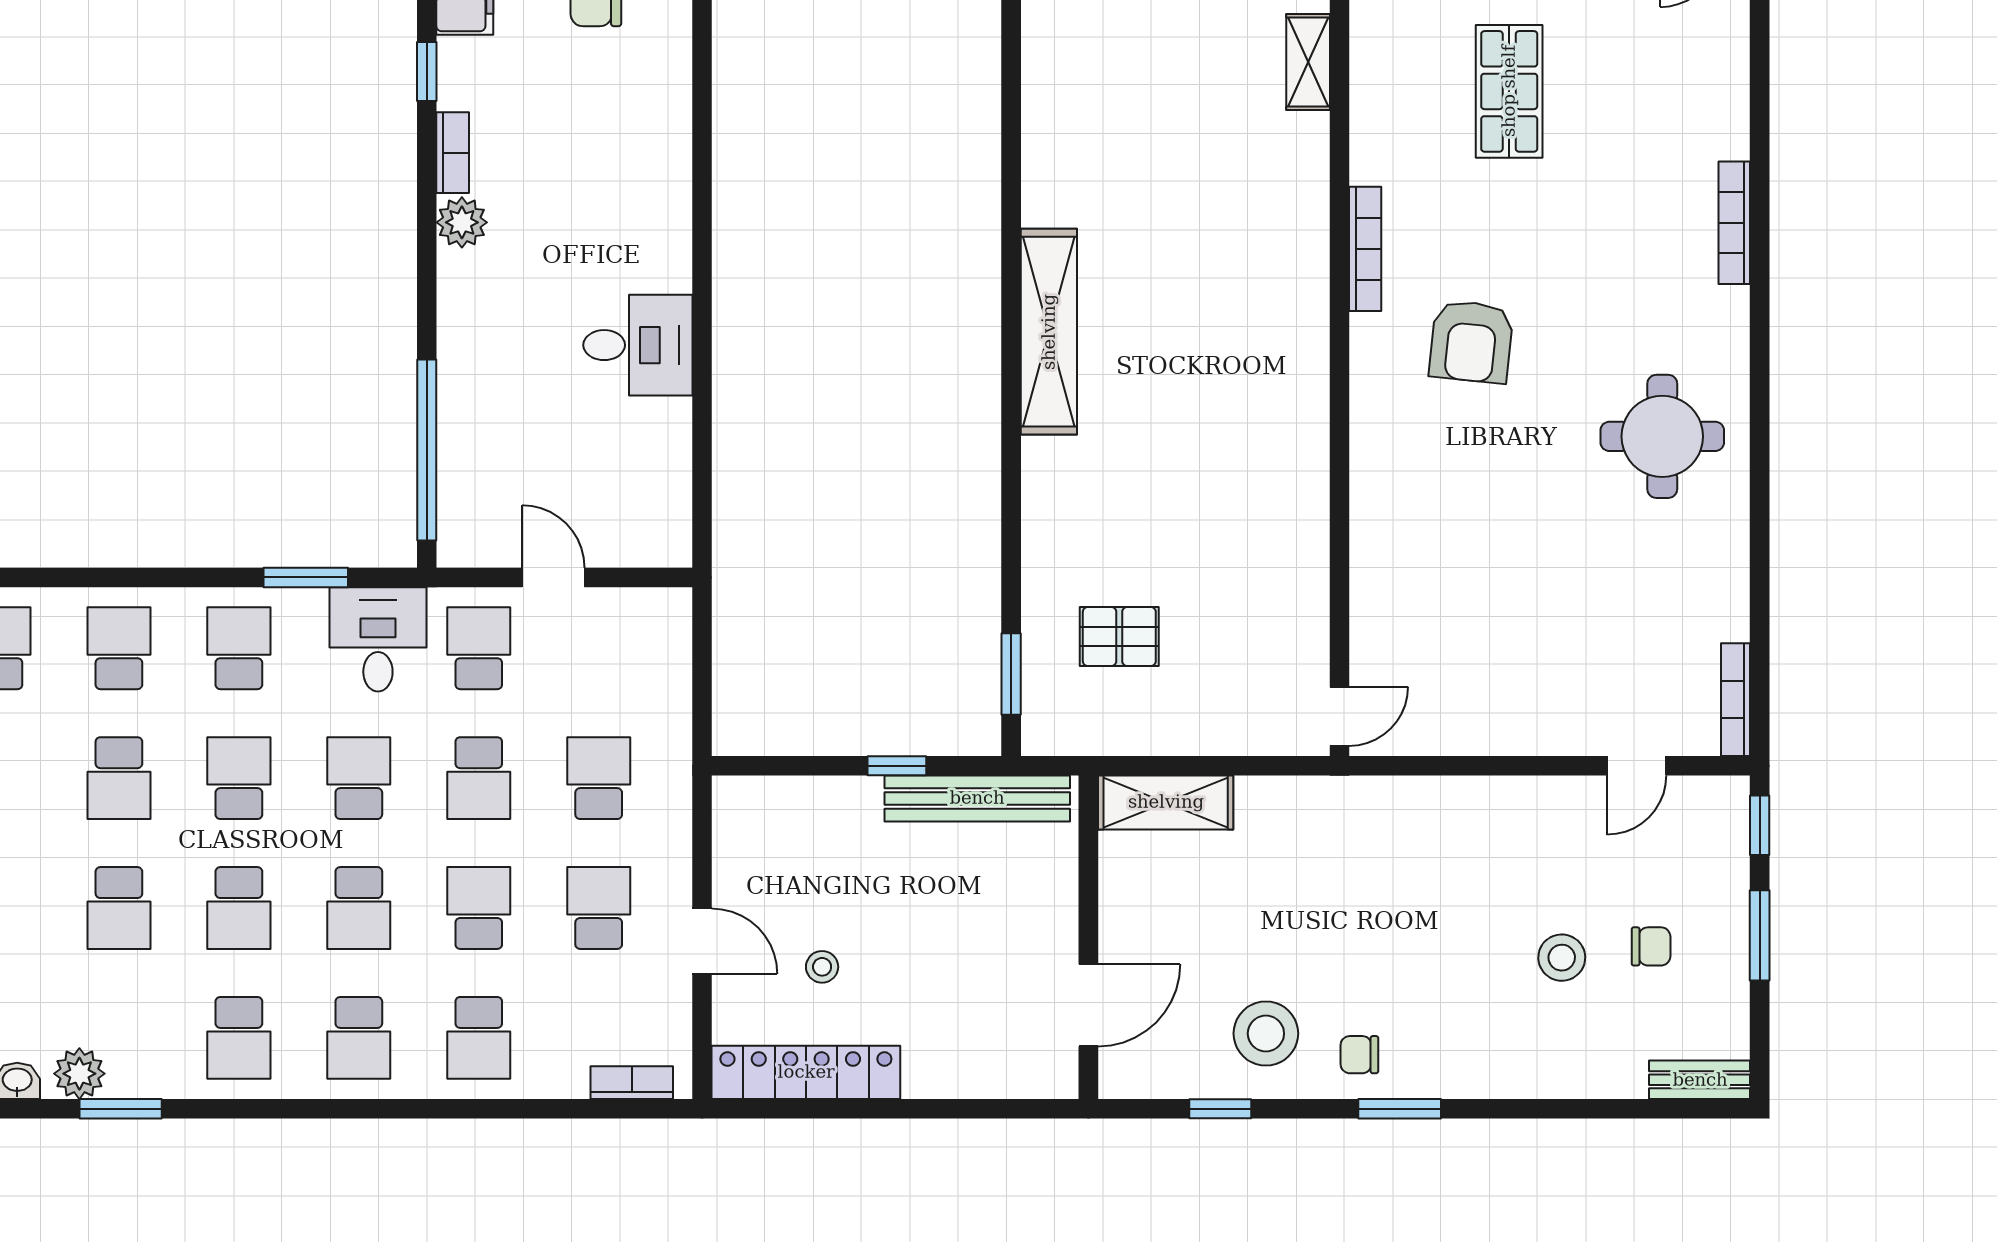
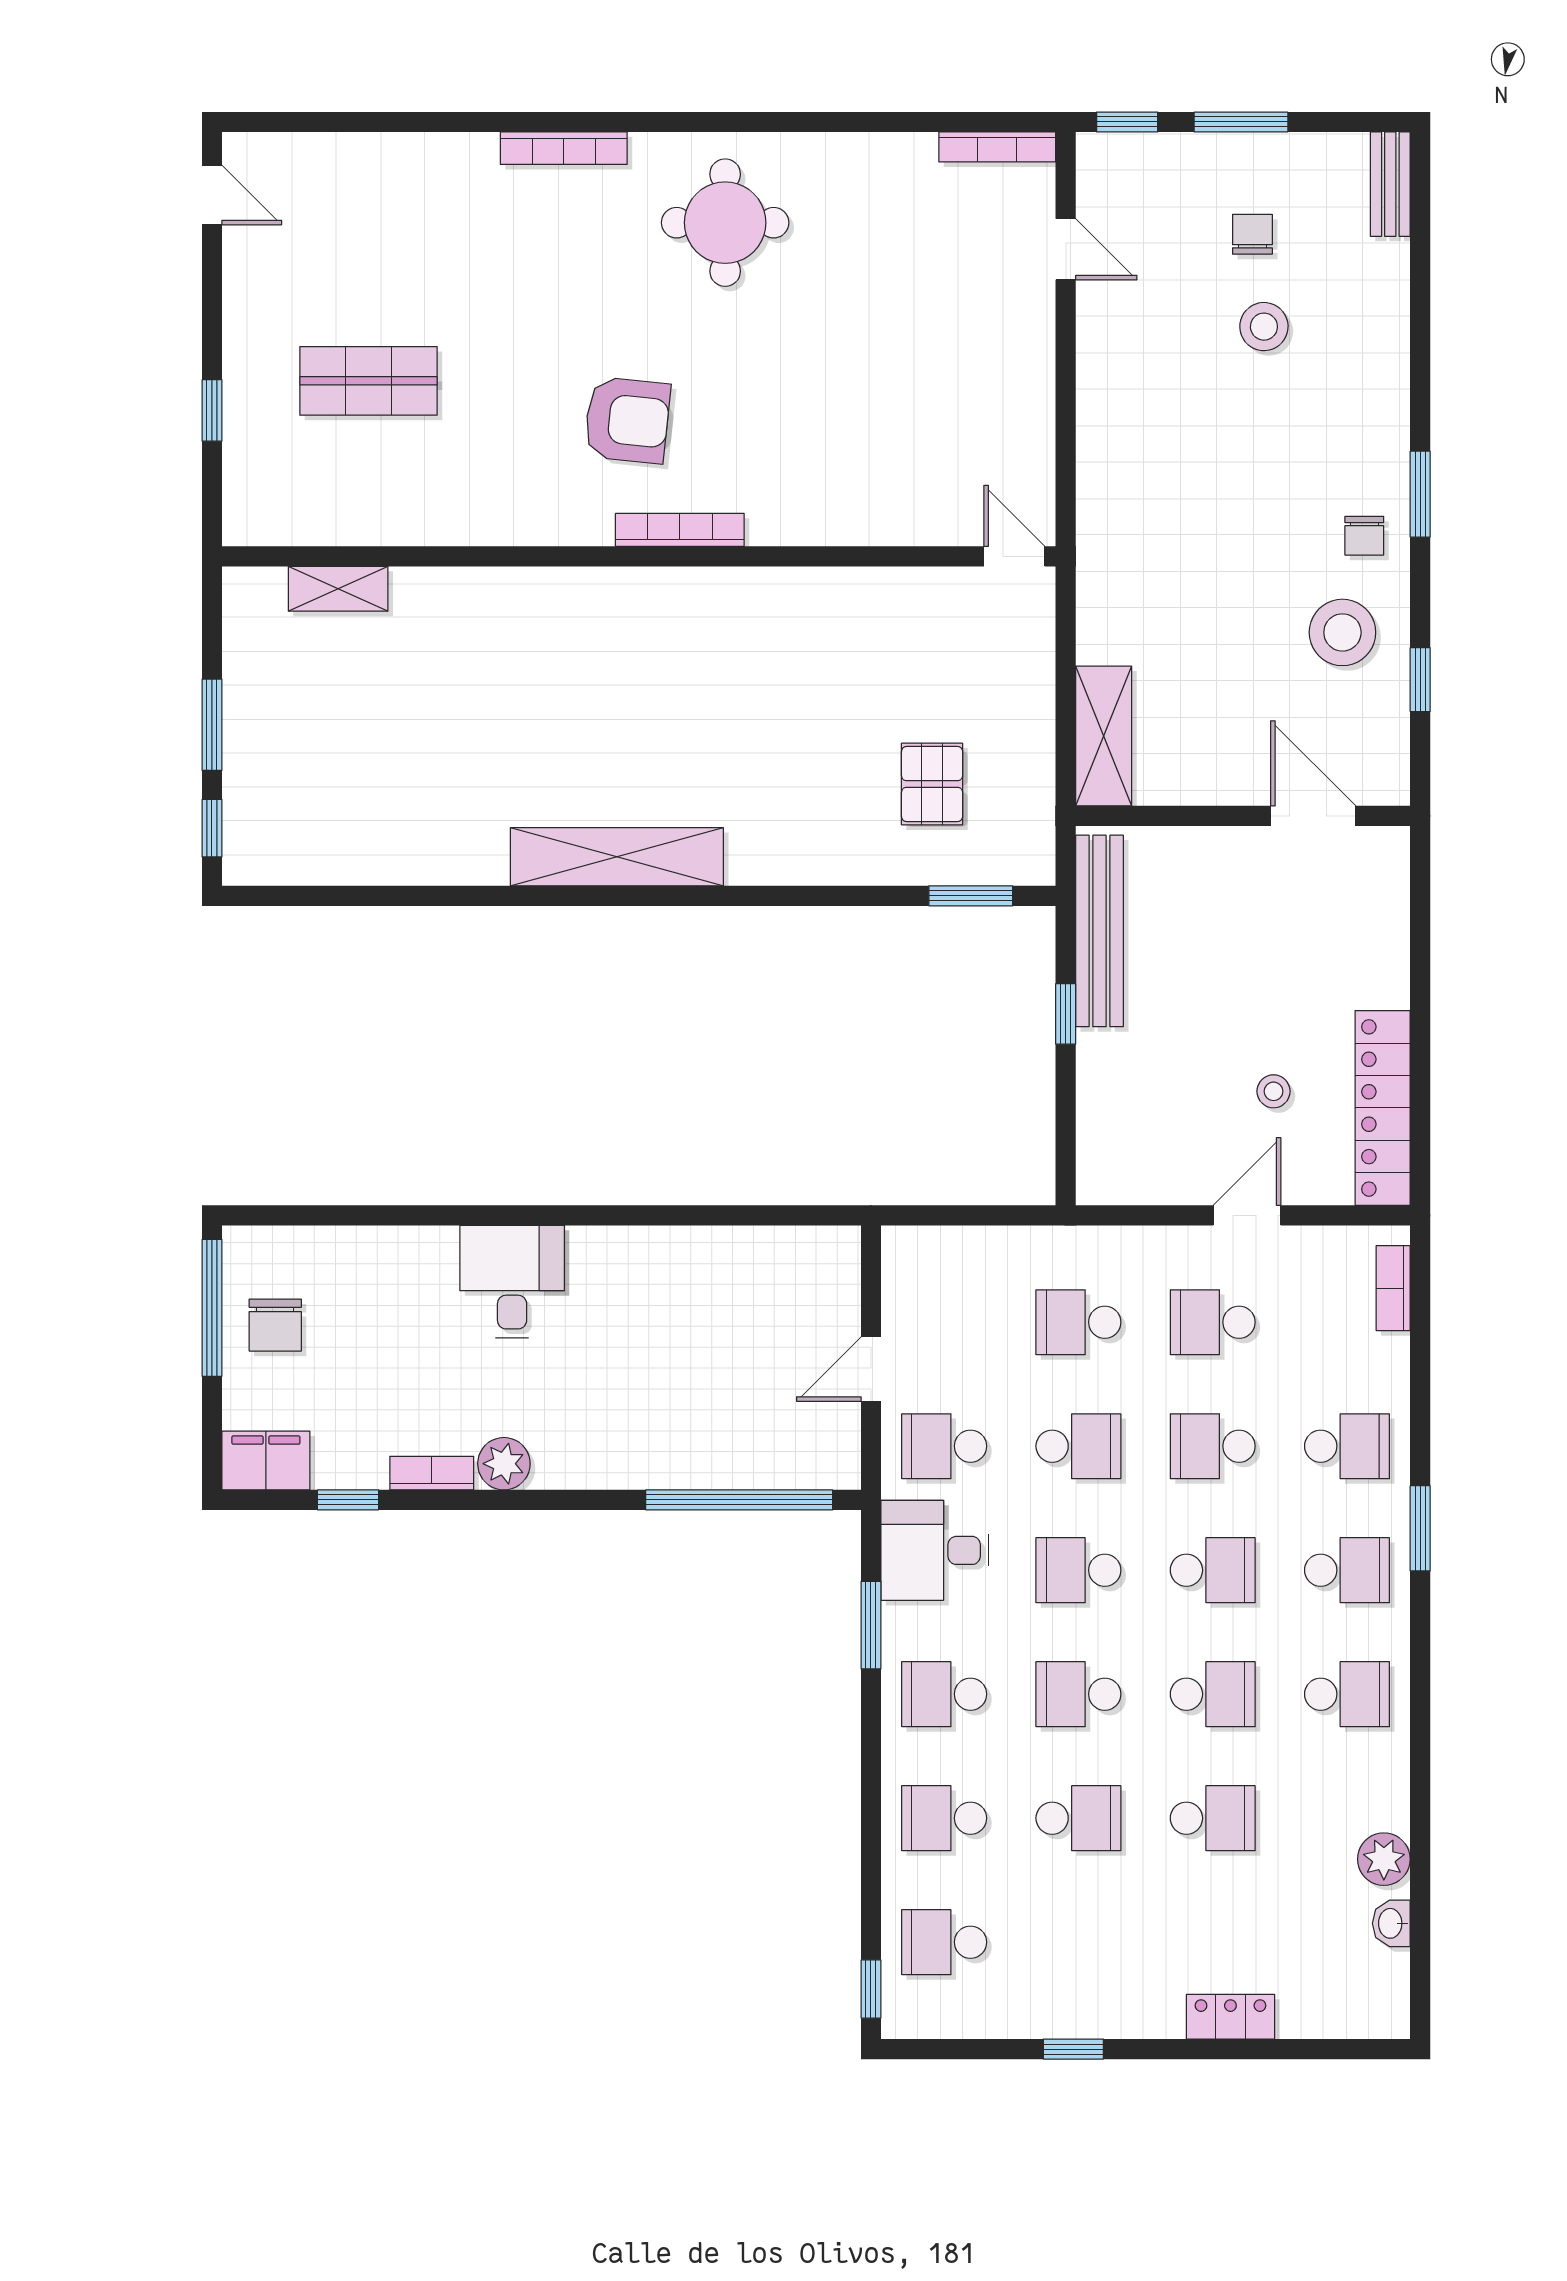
bookcase: (1734, 223) -> (564, 148), moved
bookcase: (1365, 249) -> (680, 530), moved
desk: (638, 345) -> (512, 1282), moved
window: (121, 1109) -> (1420, 1528), moved

